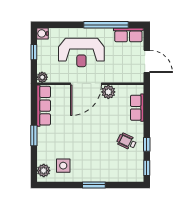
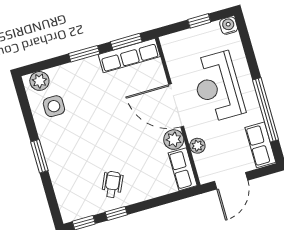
plant: (42, 77) -> (197, 146), moved
window: (34, 105) -> (126, 42), added
row of seats: (137, 108) -> (183, 169), moved, turned -90

